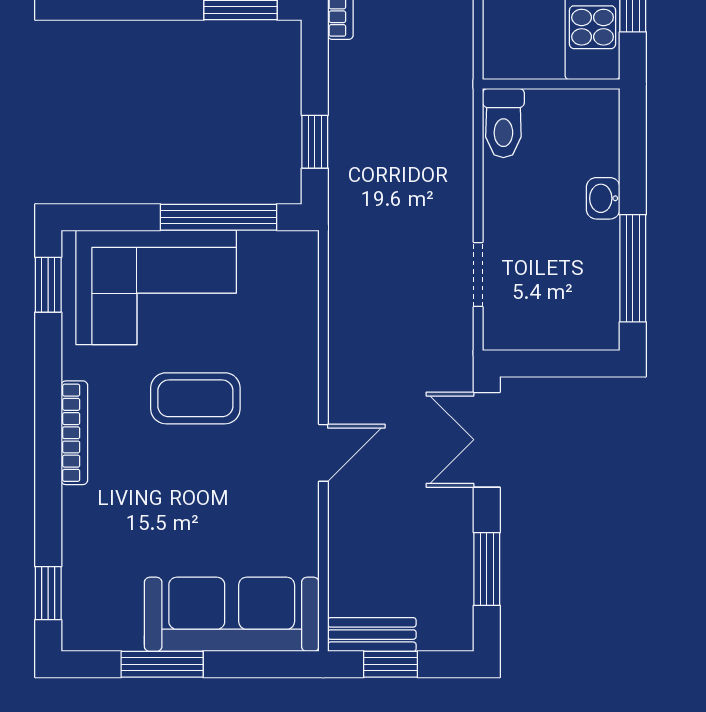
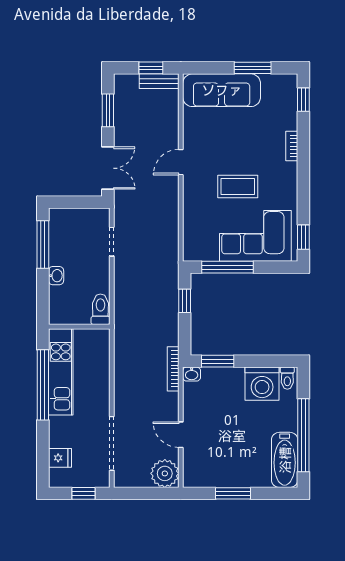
bookcase: (74, 433) -> (292, 146), moved, width x0.64

